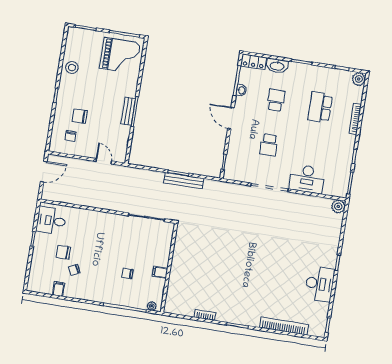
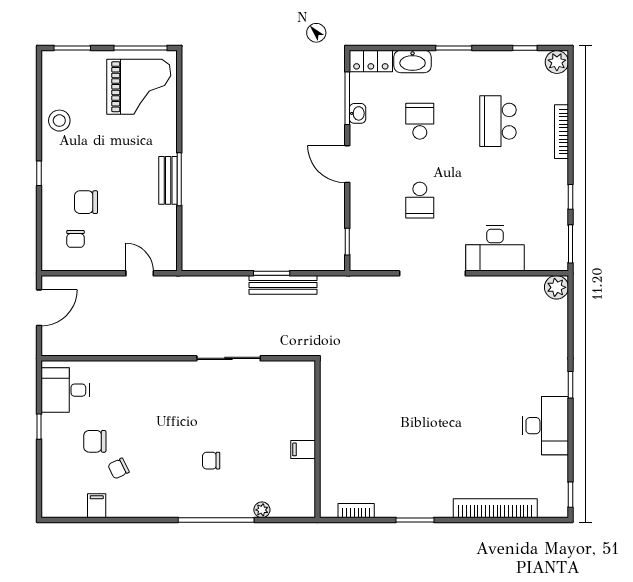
wall: (169, 268) -> (318, 439), moved
filing cabinet: (160, 272) -> (303, 449), moved

